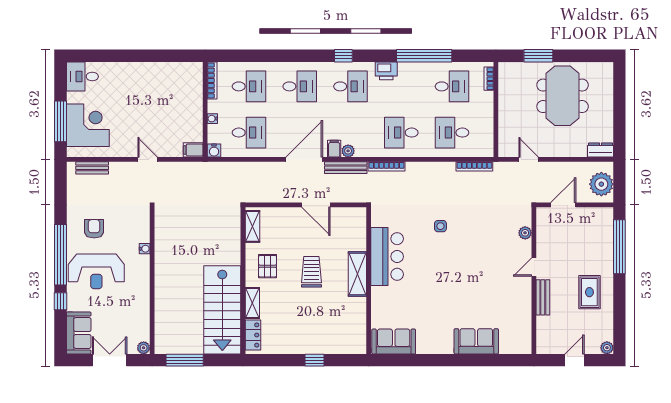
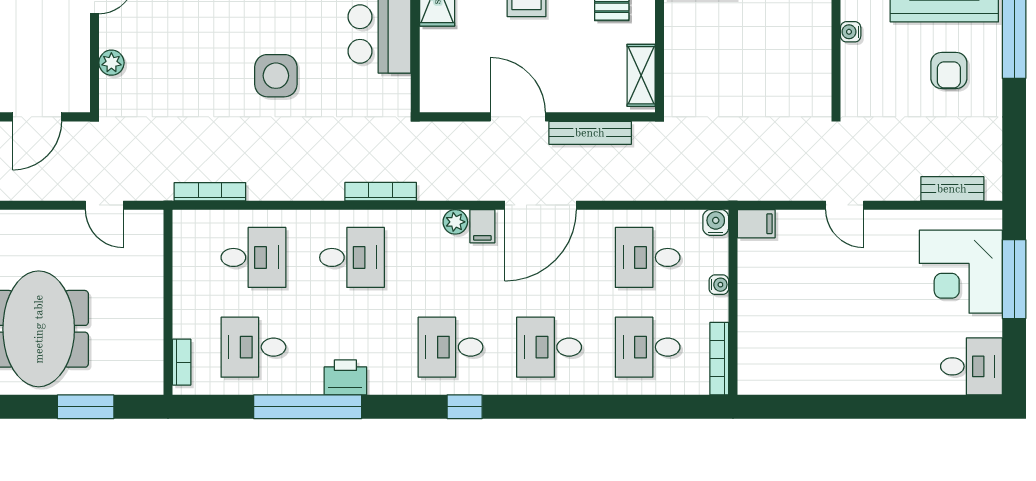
printer: (386, 71) -> (345, 377), moved
bench: (346, 168) -> (590, 133), moved
side table: (440, 226) -> (276, 76), width x1.87, depth x1.87

